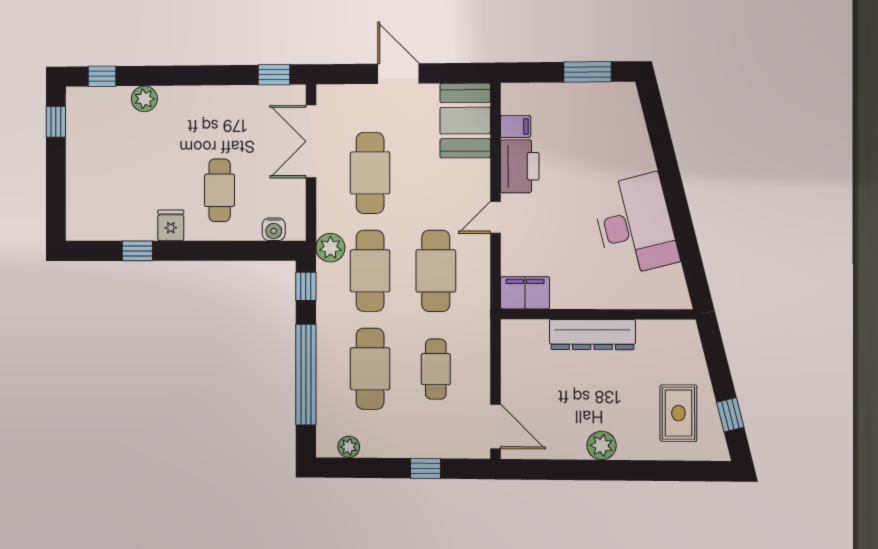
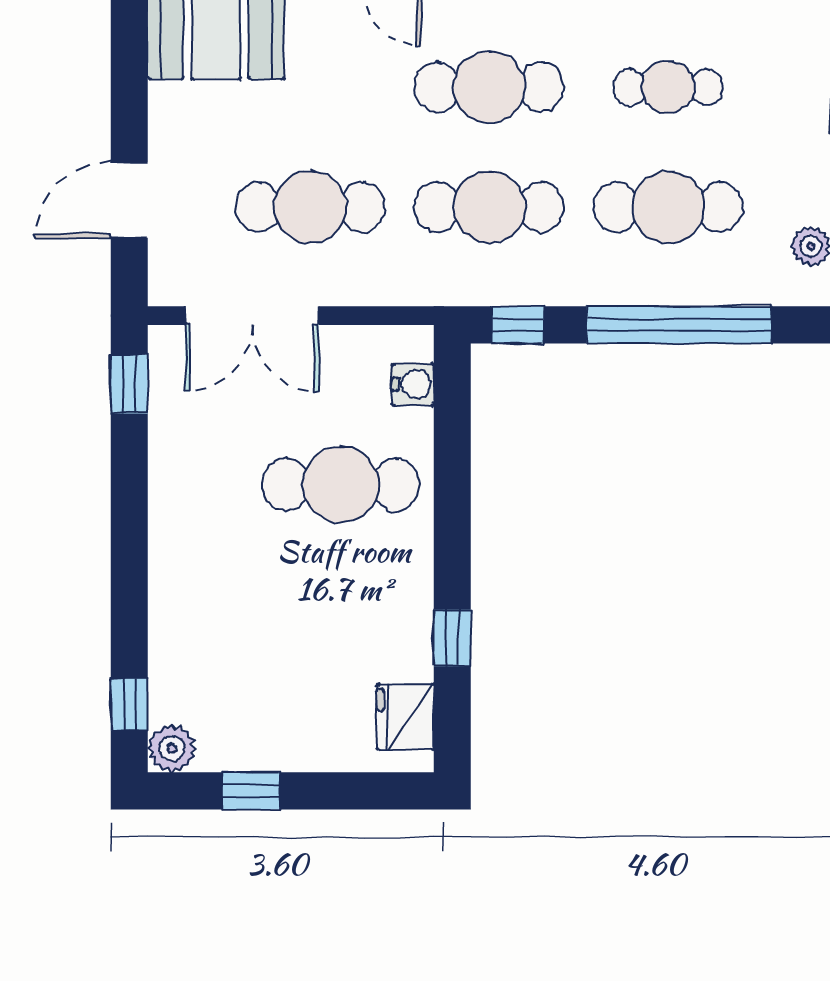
door: (398, 74) -> (129, 200), moved
plant: (144, 99) -> (172, 748), moved
window: (56, 122) -> (251, 791), moved
cafe table: (220, 190) -> (341, 485), width x1.37, depth x1.35
fridge: (171, 225) -> (405, 717), moved, width x1.38
plant: (330, 248) -> (447, 280), removed

